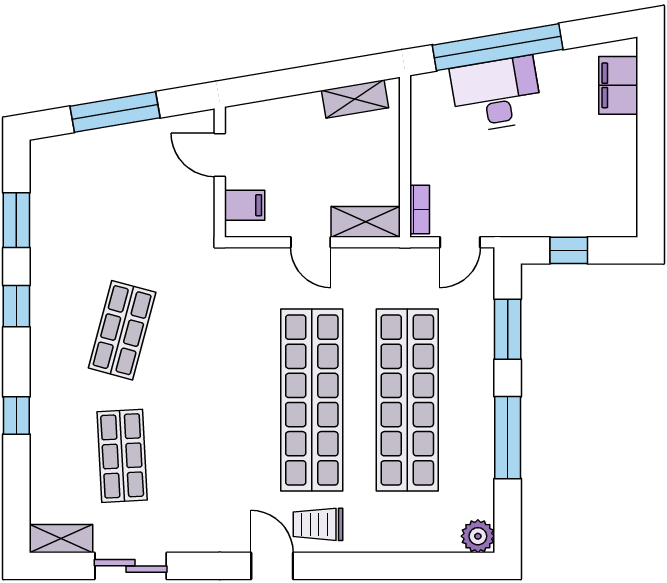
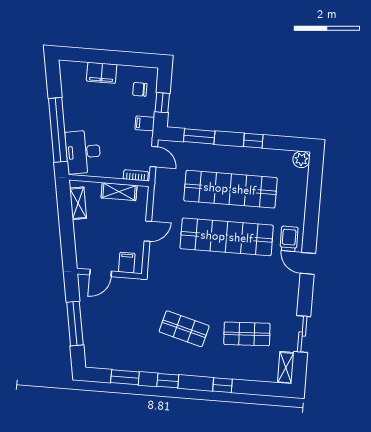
filing cabinet: (618, 85) -> (102, 73), moved
desk: (496, 94) -> (83, 152), moved
chair: (591, 204) -> (140, 89), added
filing cabinet: (524, 219) -> (145, 123), added
shelving: (366, 222) -> (119, 192), moved, turned 90
window: (508, 438) -> (253, 141), width x0.46
trolley: (318, 524) -> (289, 239), turned 180
door: (272, 566) -> (308, 263), hinge flipped

